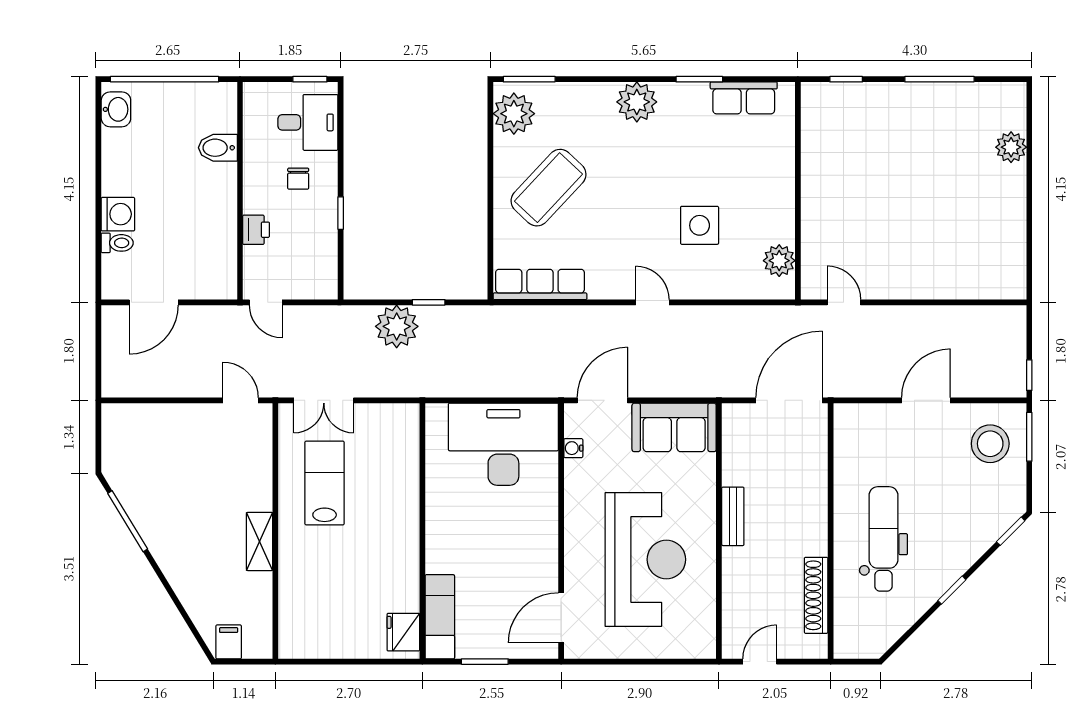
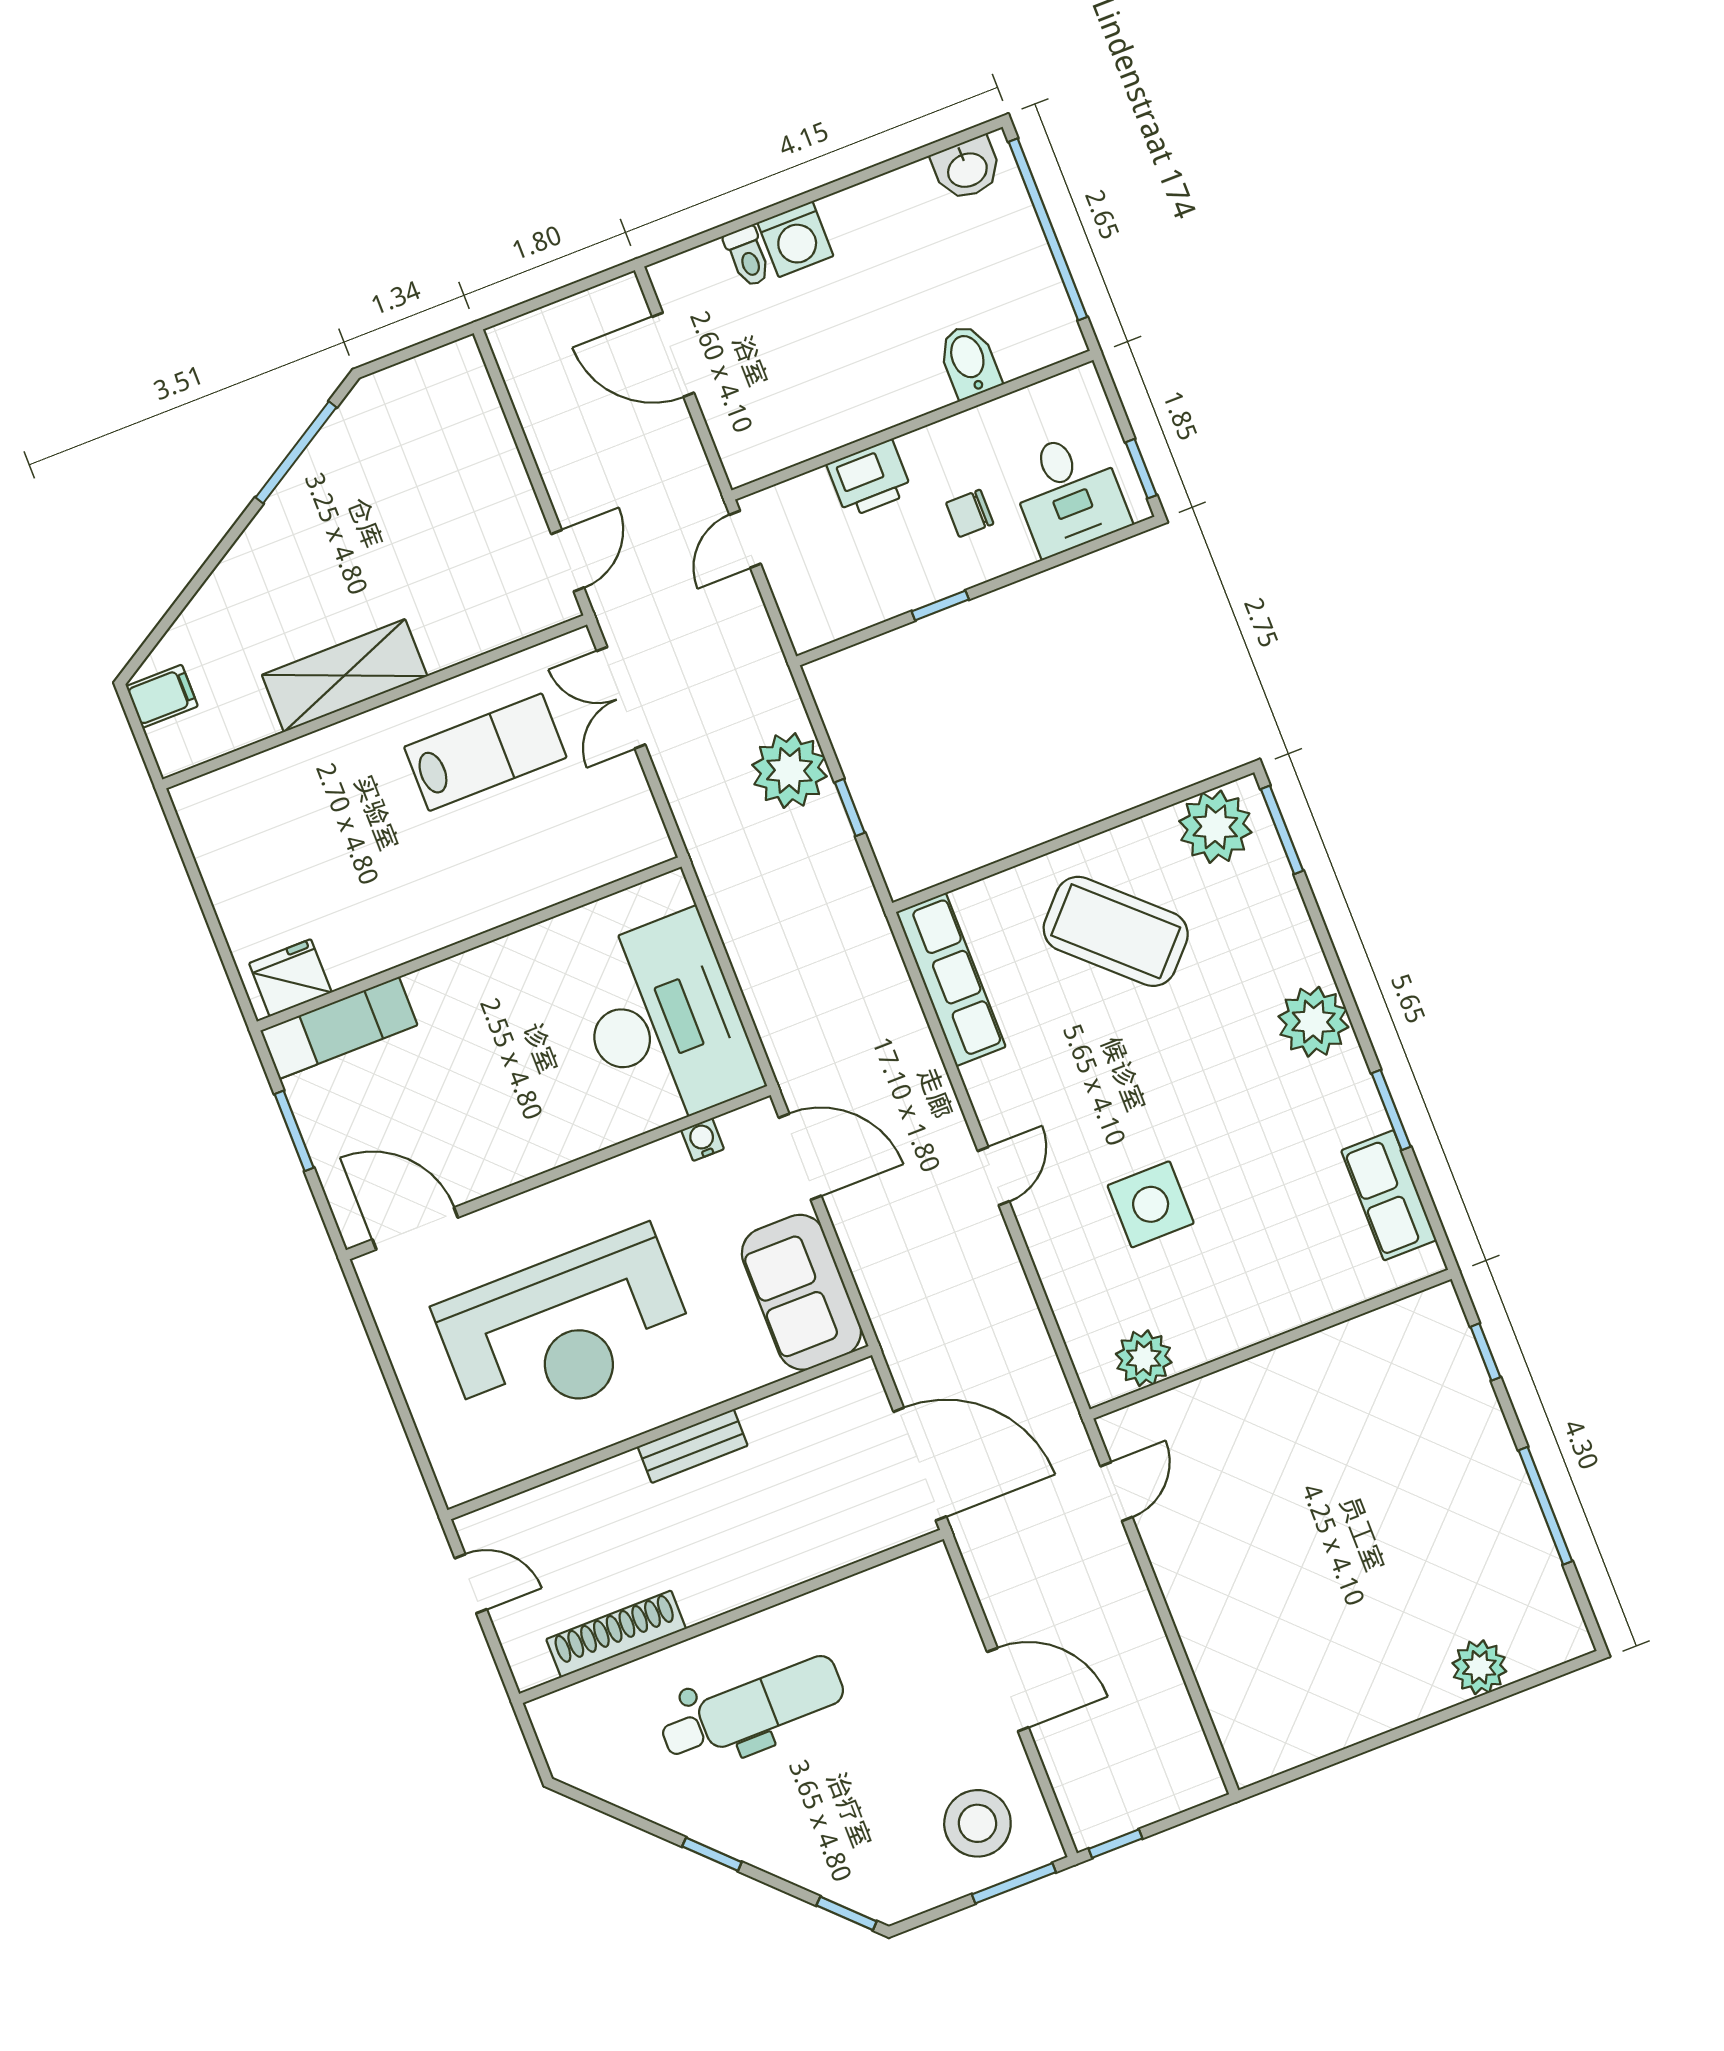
printer: (256, 230) -> (869, 479), width x1.36, depth x1.24
shelving: (260, 541) -> (345, 676), width x1.50, depth x1.33

